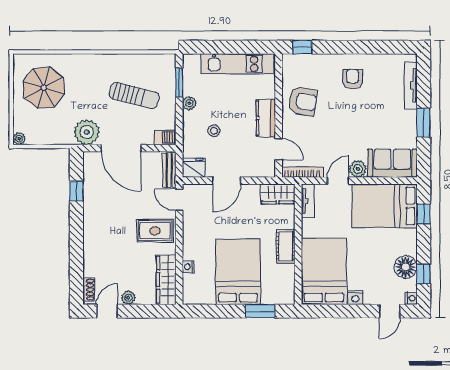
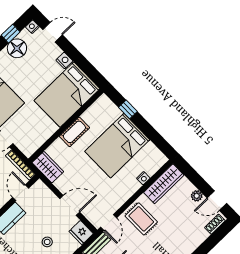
tv unit: (308, 201) -> (34, 145), removed
window: (260, 311) -> (128, 109), width x0.67

